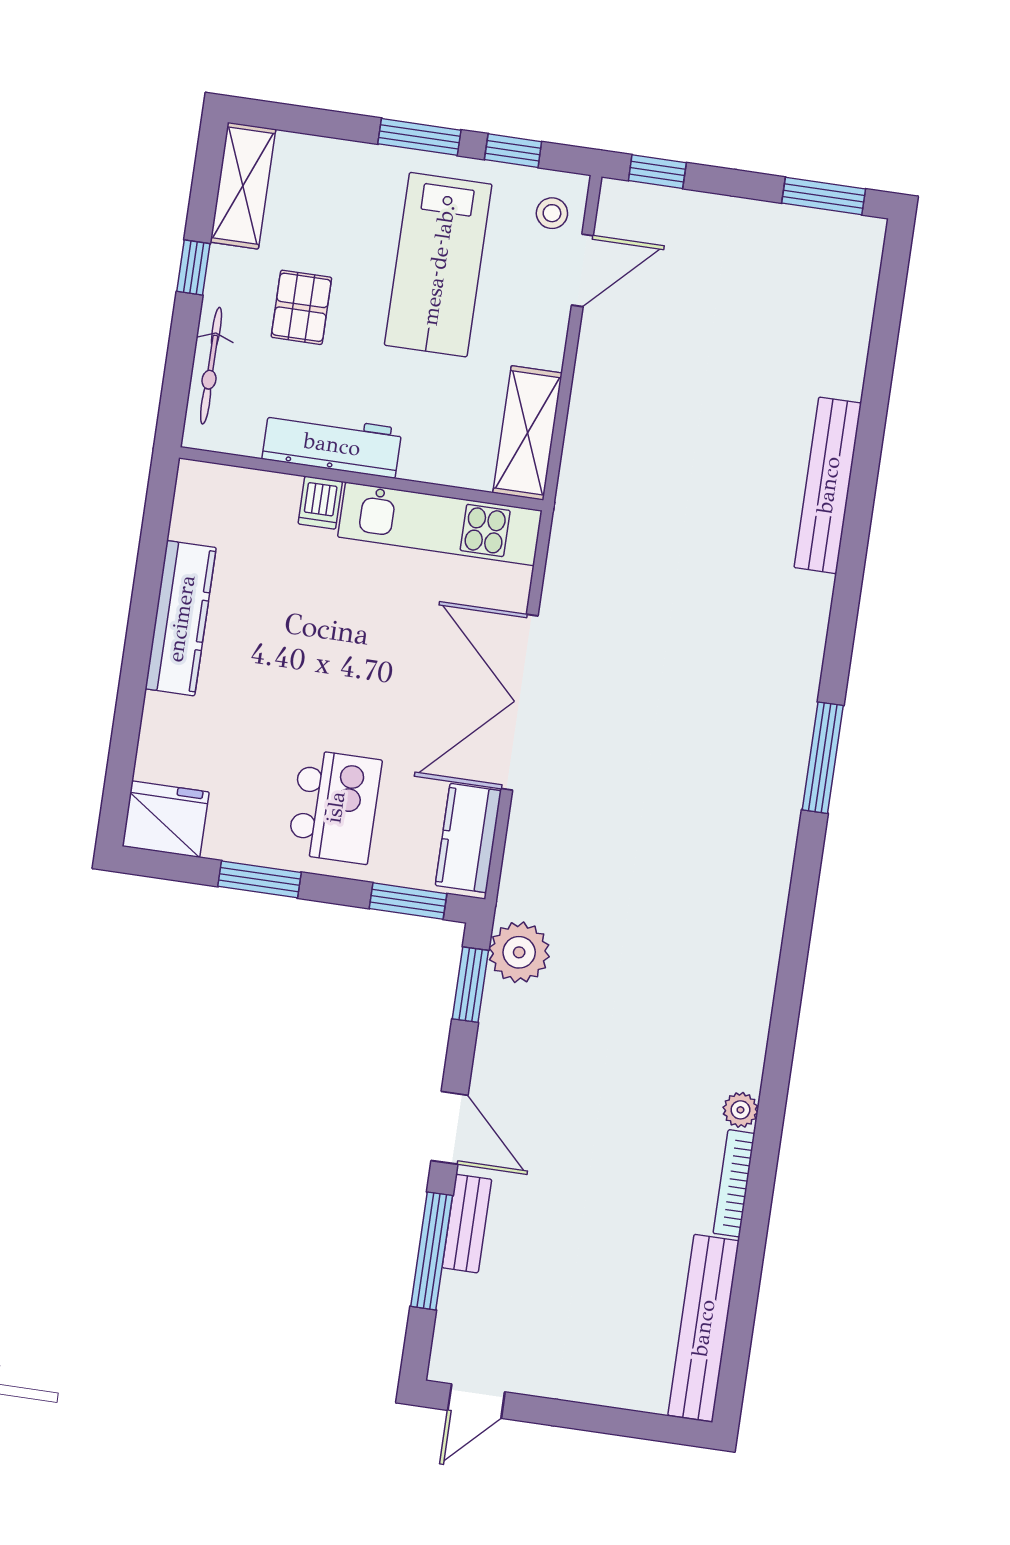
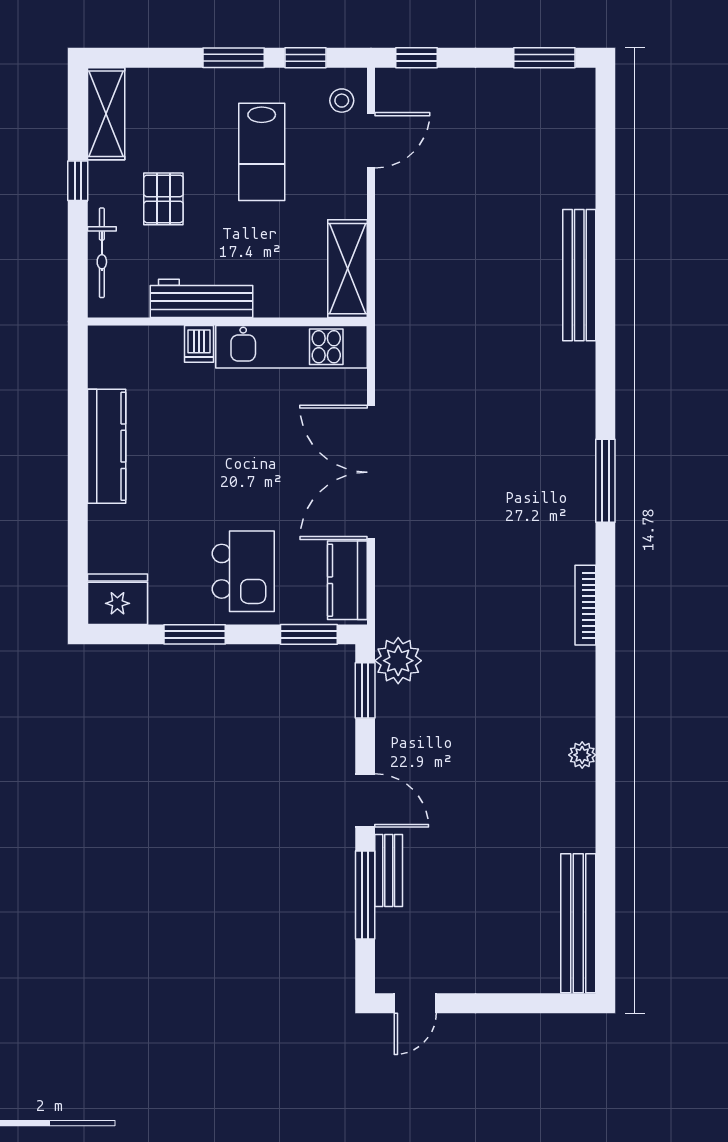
lab bench: (438, 265) -> (262, 152), width x0.73, depth x0.72
bookcase: (734, 1183) -> (585, 605), moved

